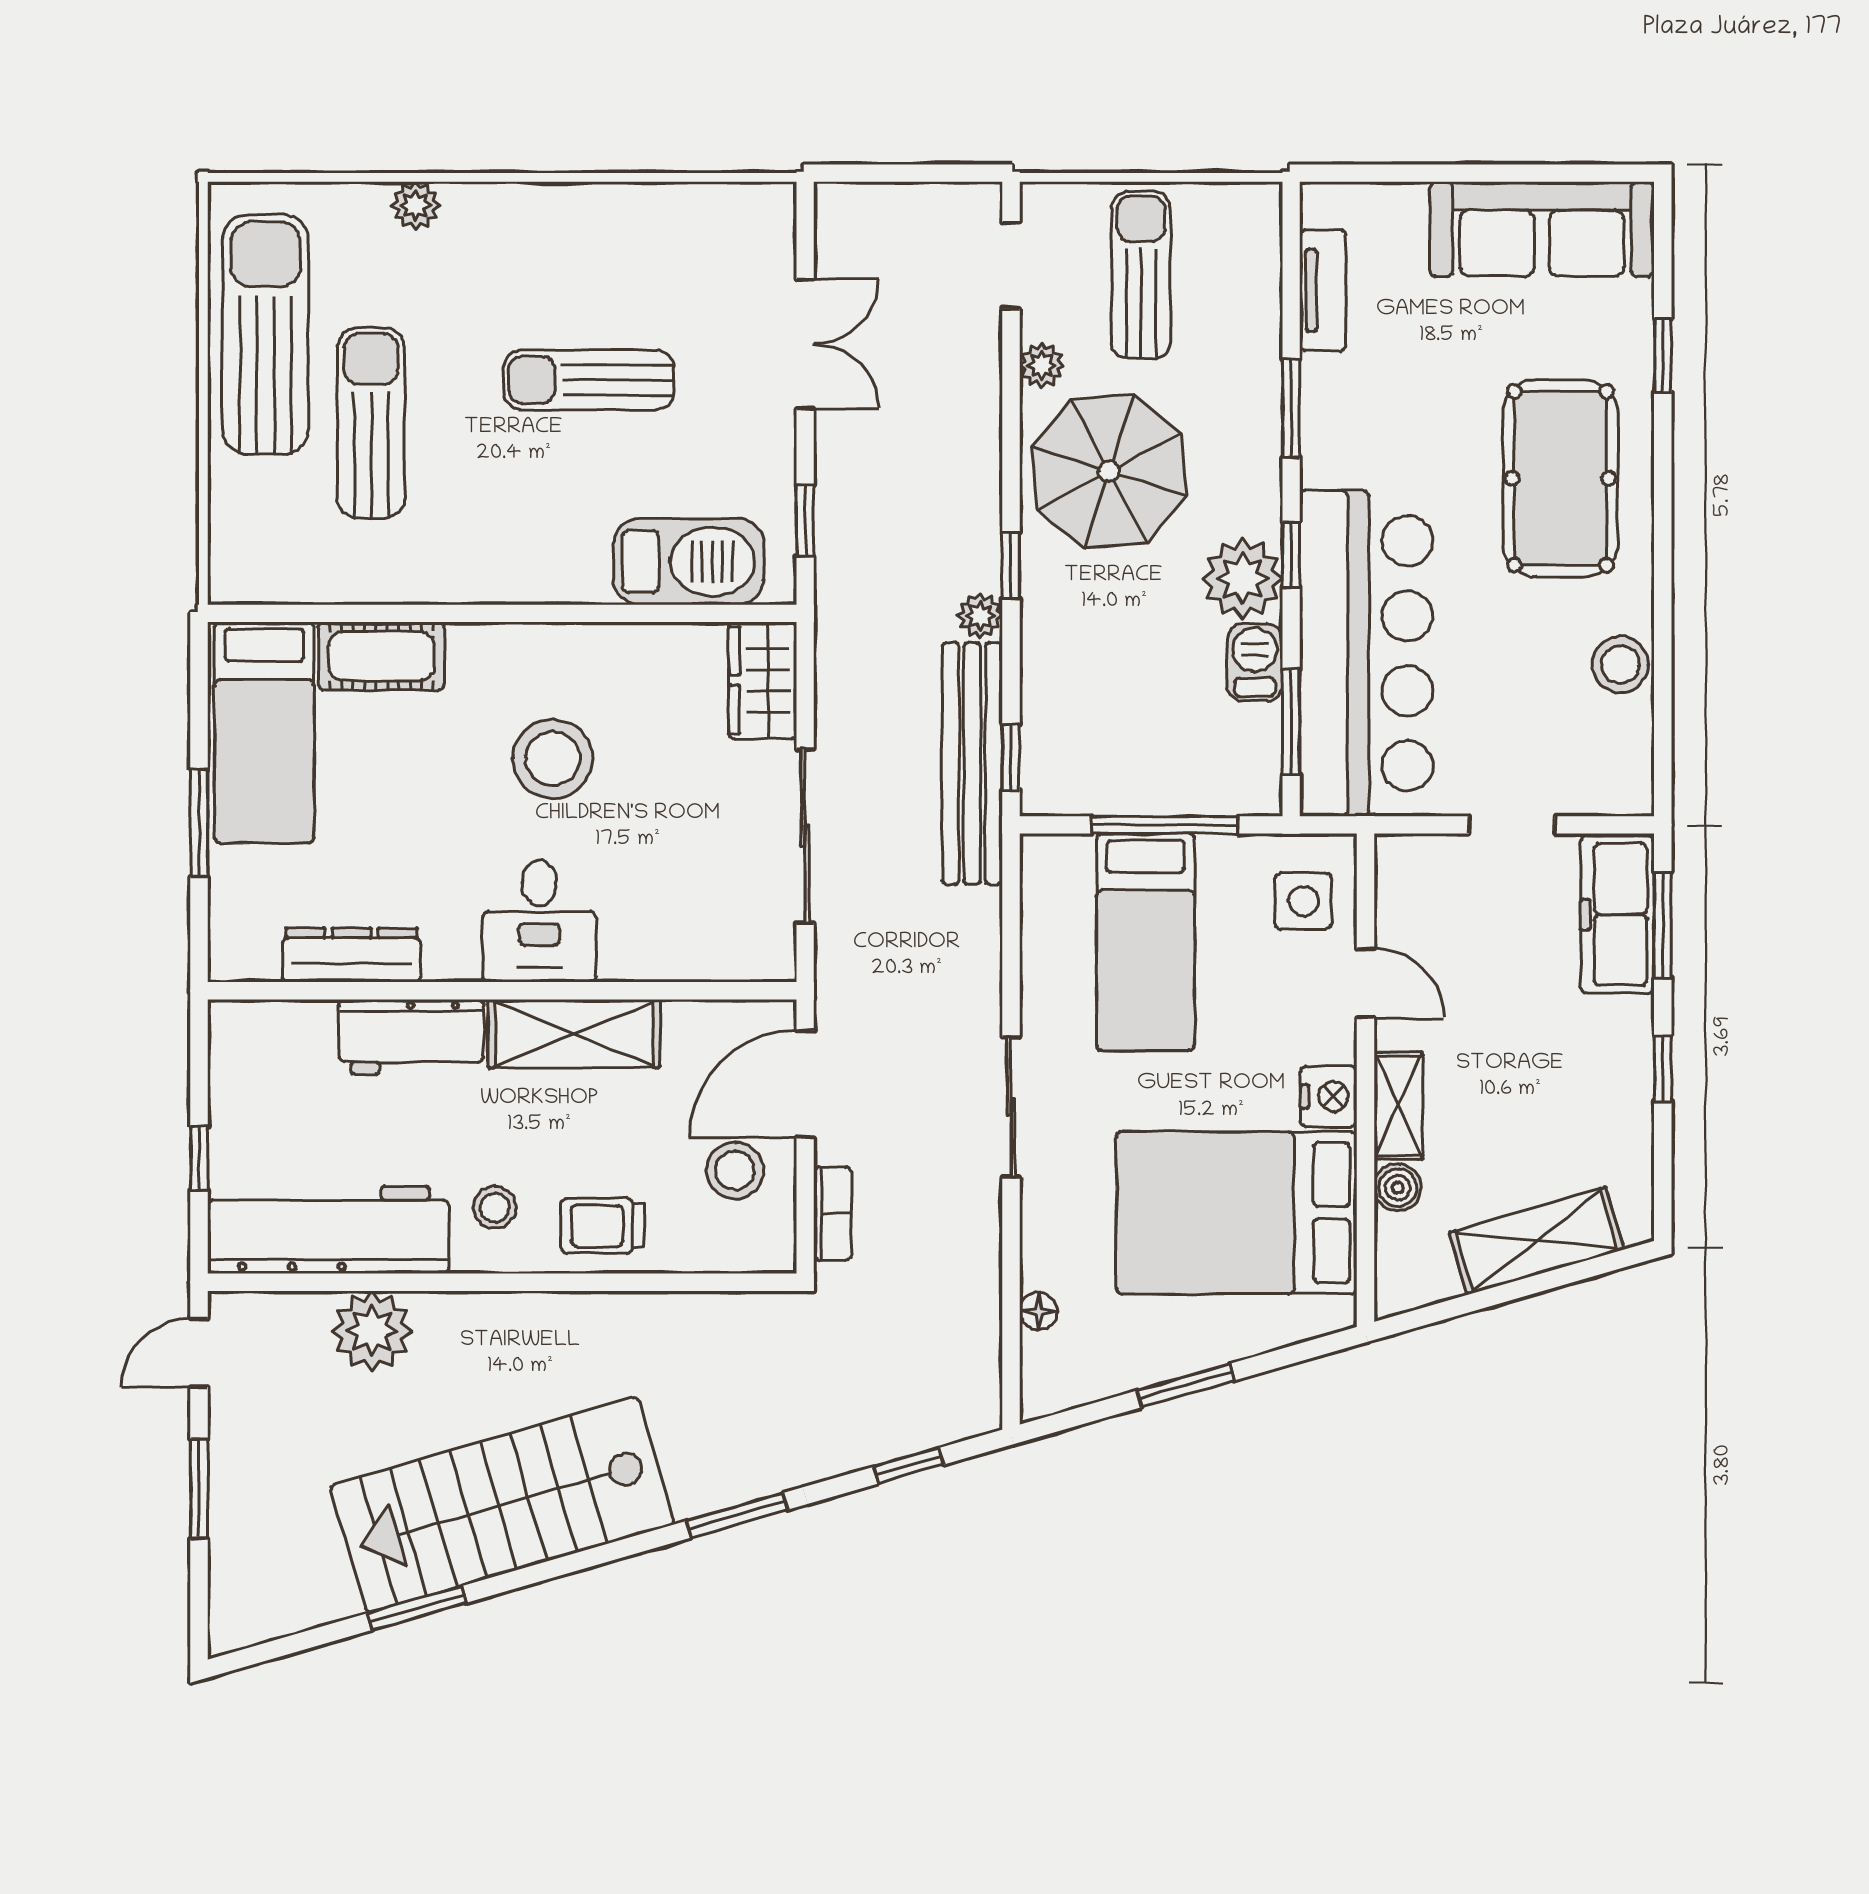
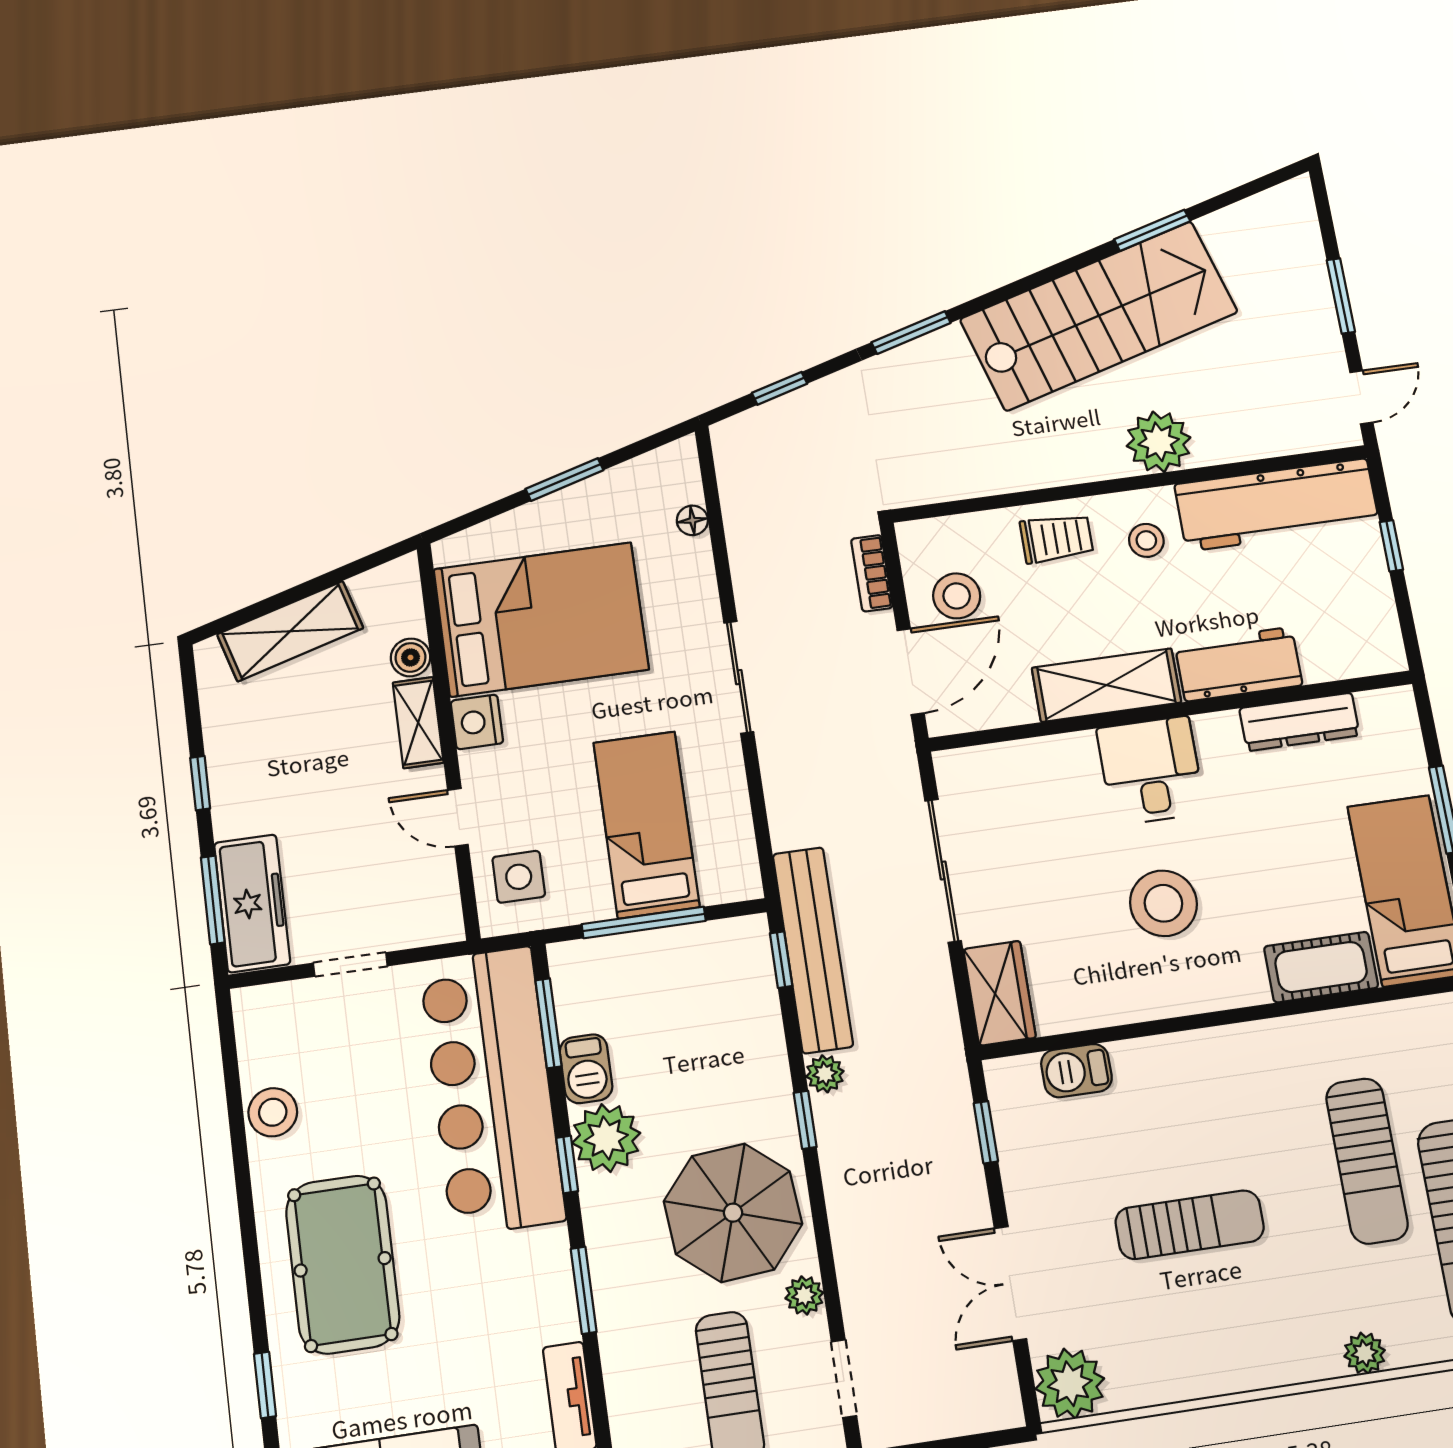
plant: (756, 222) -> (1070, 1384), added
barbecue: (688, 562) -> (1076, 1071), width x0.53, depth x0.65
plant: (372, 1331) -> (1159, 442), moved

